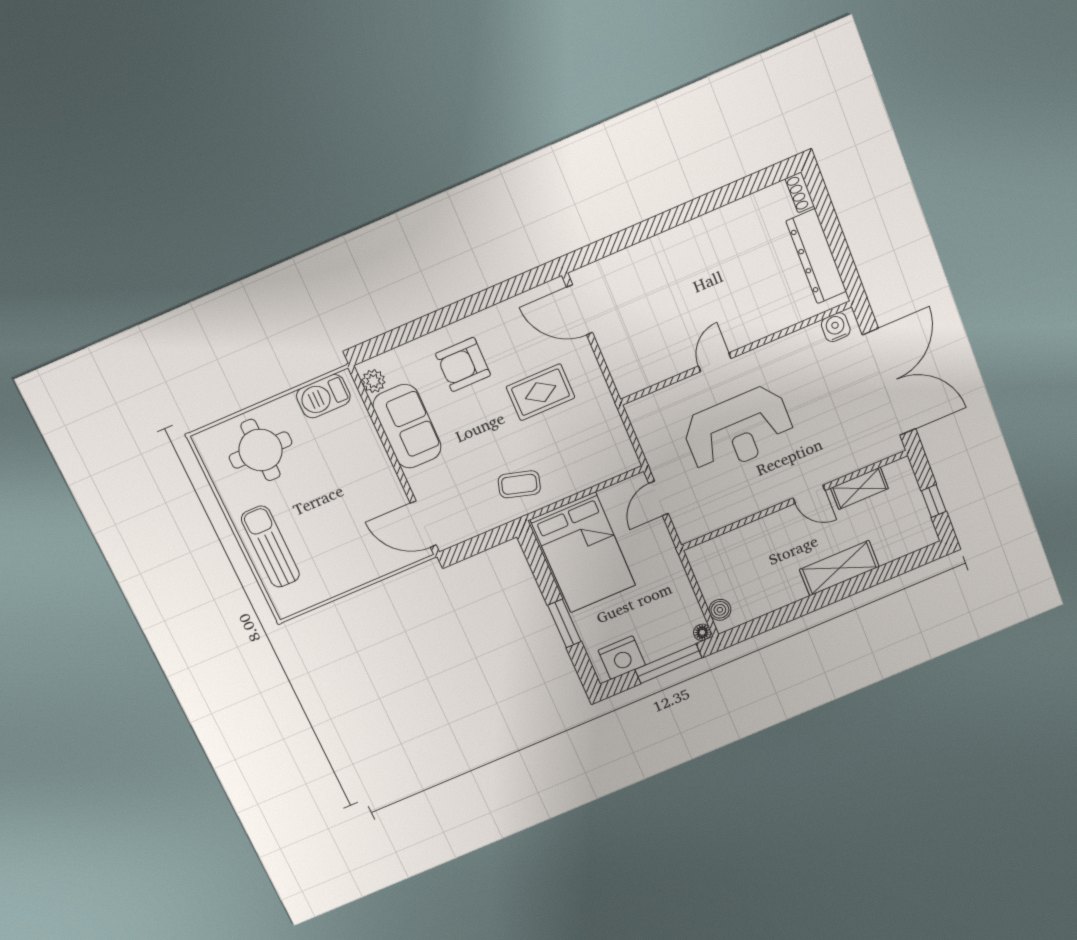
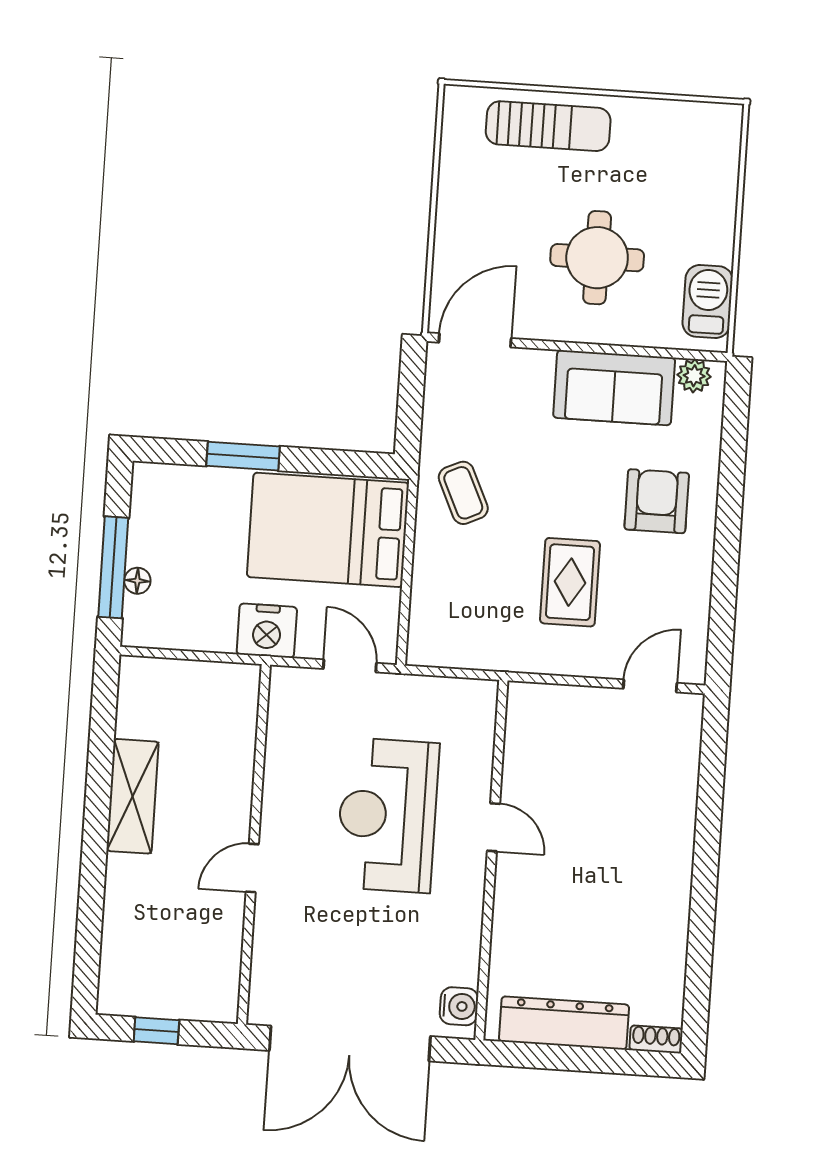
door: (580, 310) -> (650, 686), width x0.73
round table: (261, 450) -> (597, 258), moved
coffee table: (519, 484) -> (463, 493), turned -41
shelving: (859, 488) -> (226, 939), removed
shelving: (839, 568) -> (133, 796), moved
boiler: (720, 610) -> (153, 673), removed
floor lamp: (702, 632) -> (137, 581), moved
nightstand: (622, 658) -> (267, 631), moved, turned -90

